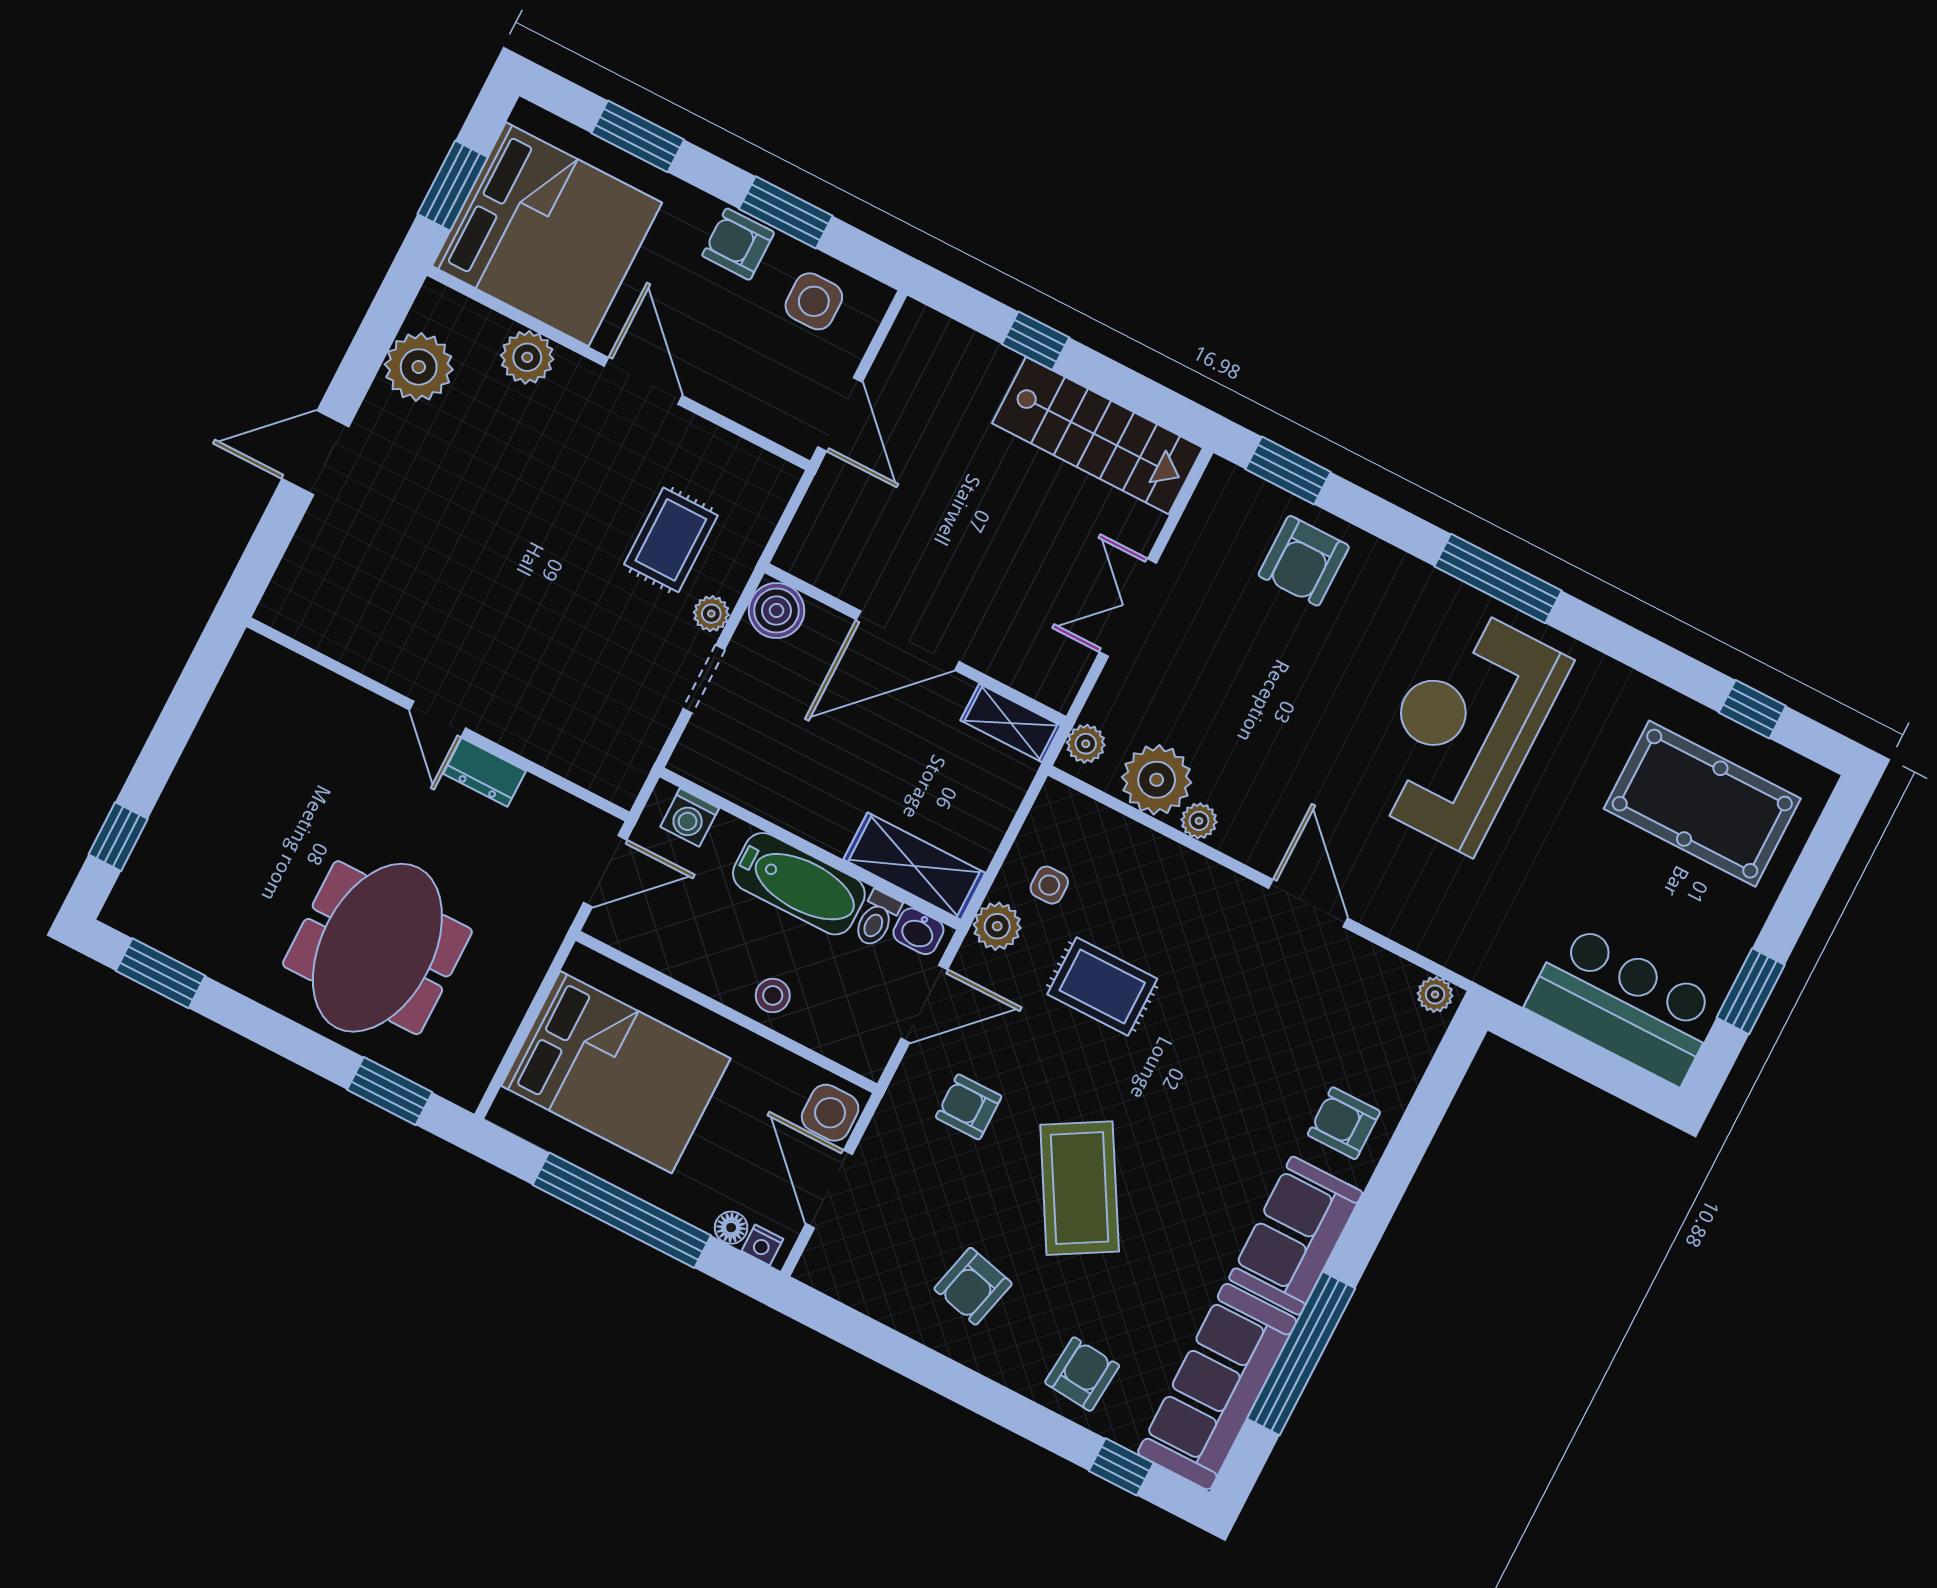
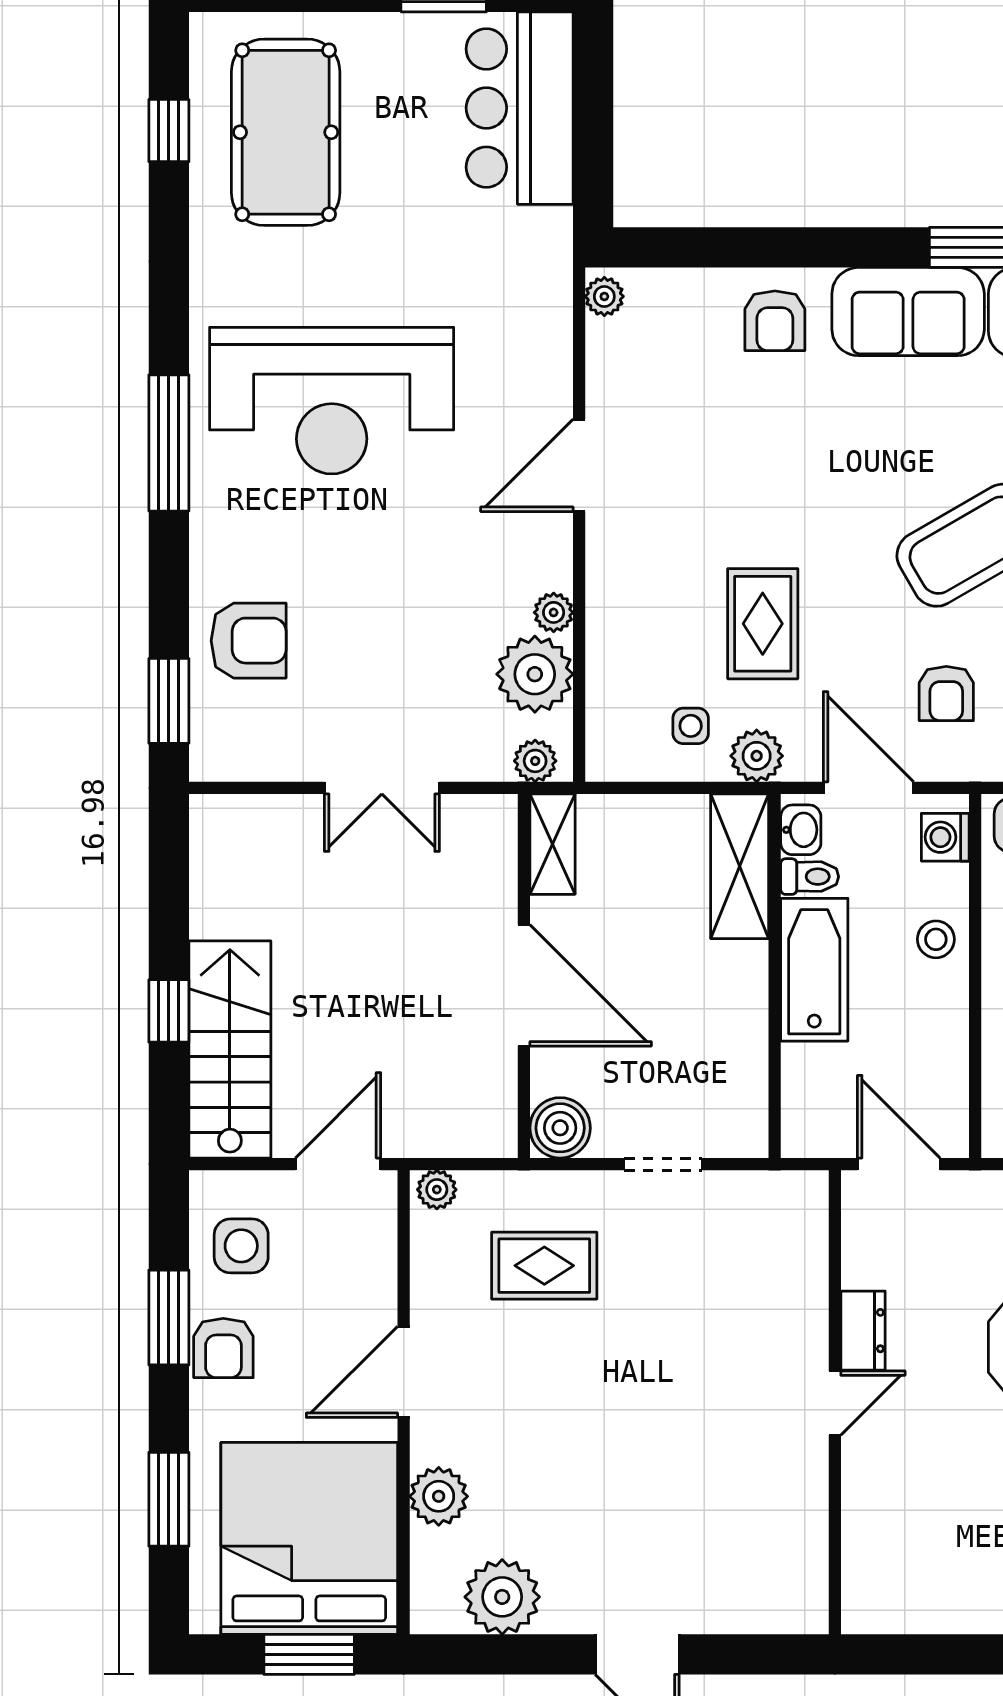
stairs: (1097, 435) -> (230, 1049), moved
plant: (711, 614) -> (437, 1190), moved
washing machine: (690, 817) -> (945, 837), moved, turned 180

